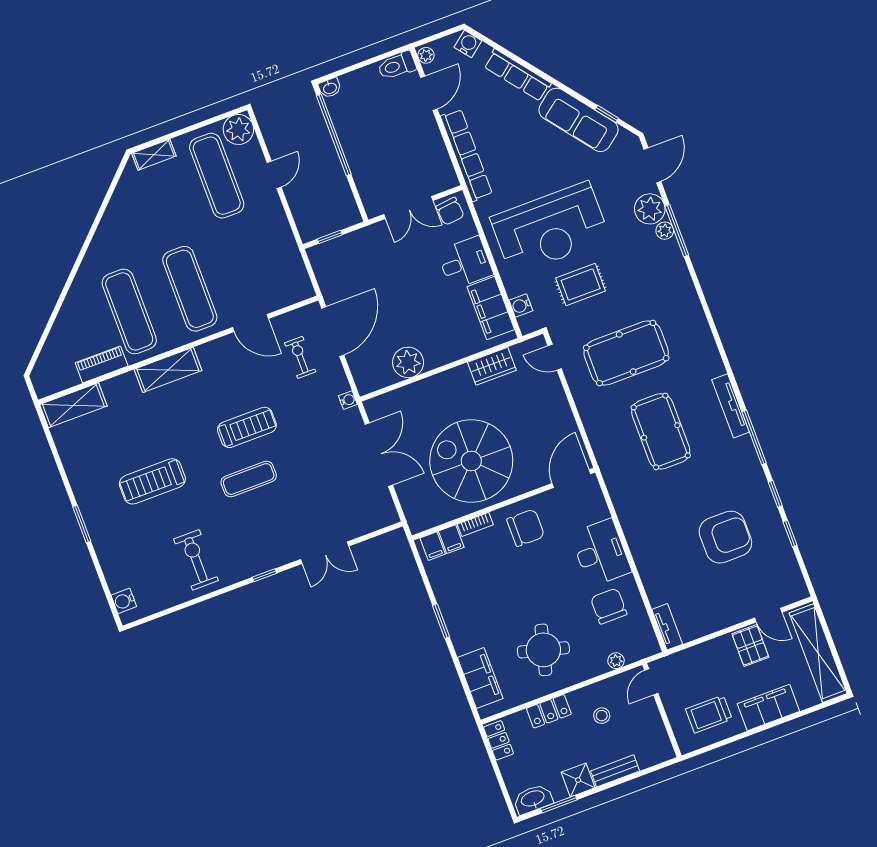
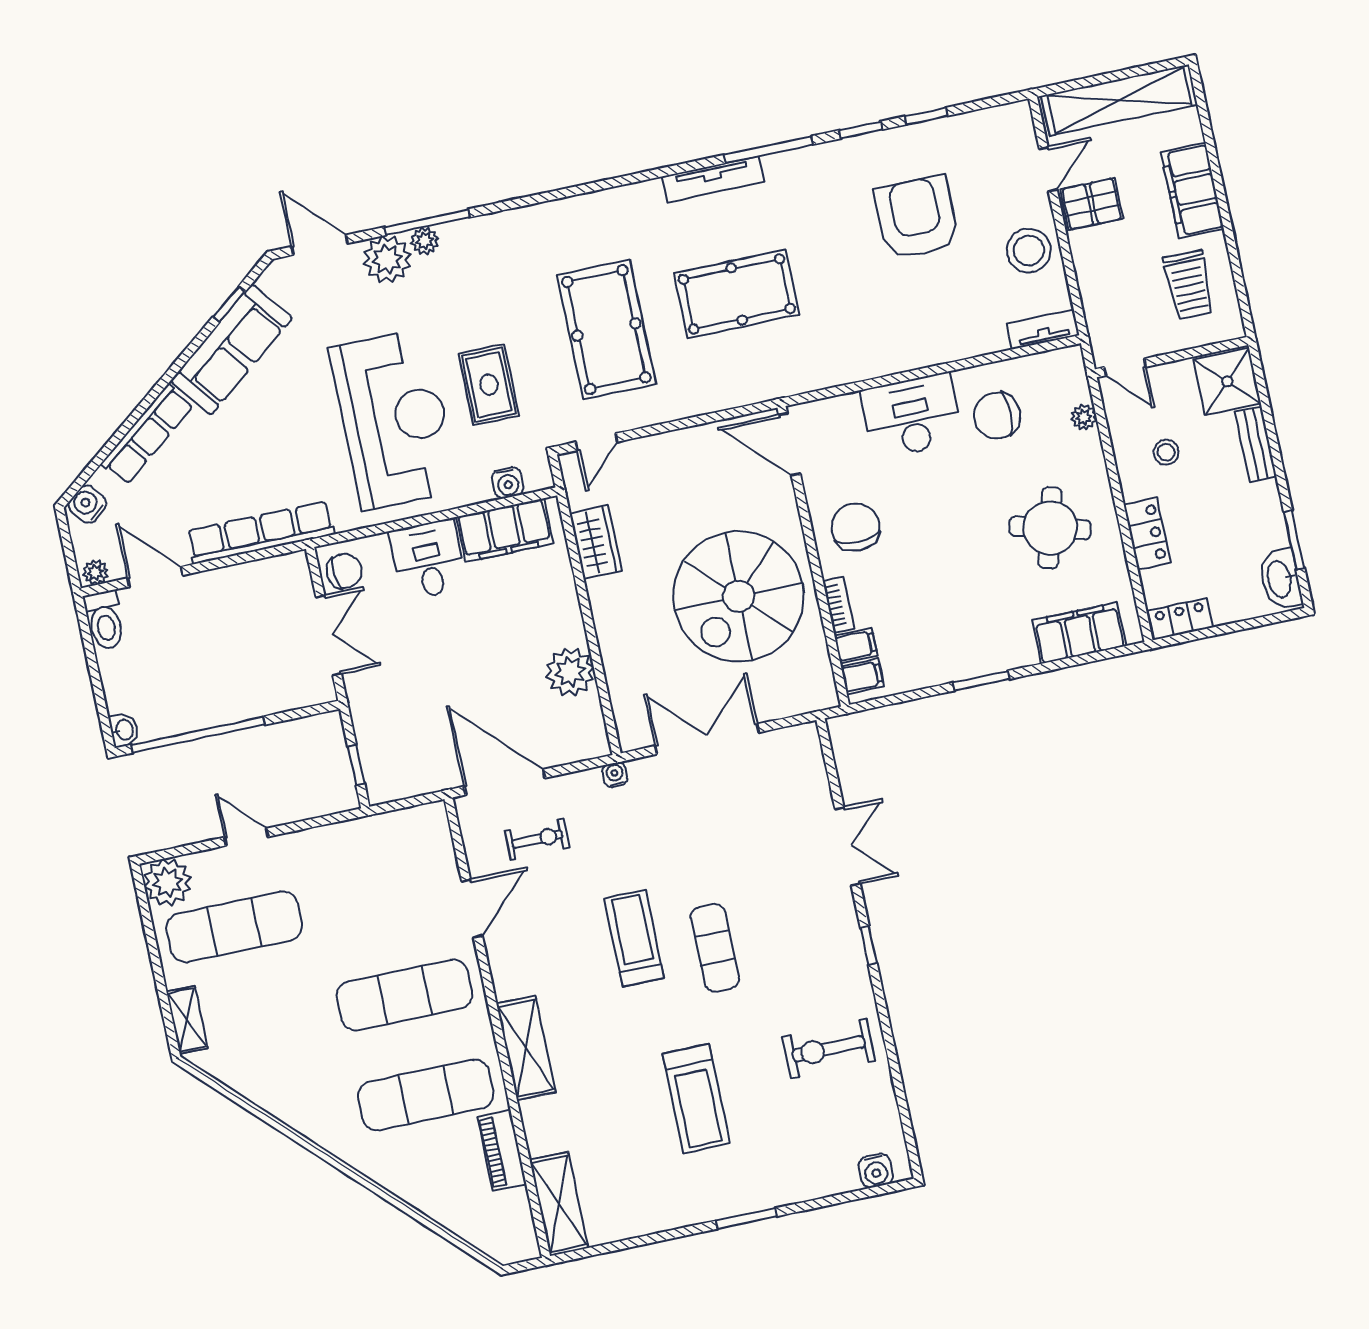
exercise bike: (300, 357) -> (537, 839), turned 180
stool: (715, 611) -> (1029, 250), added
shower: (578, 780) -> (1227, 381), moved, width x1.36, depth x1.36

